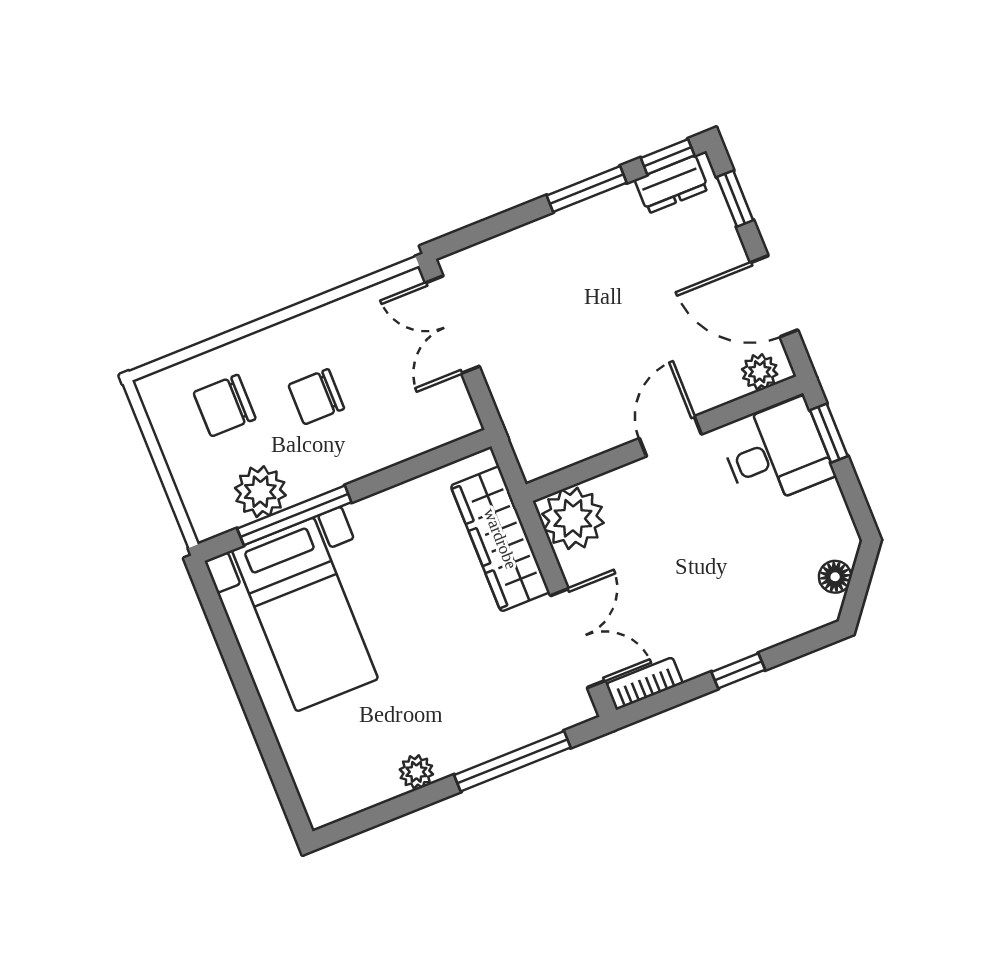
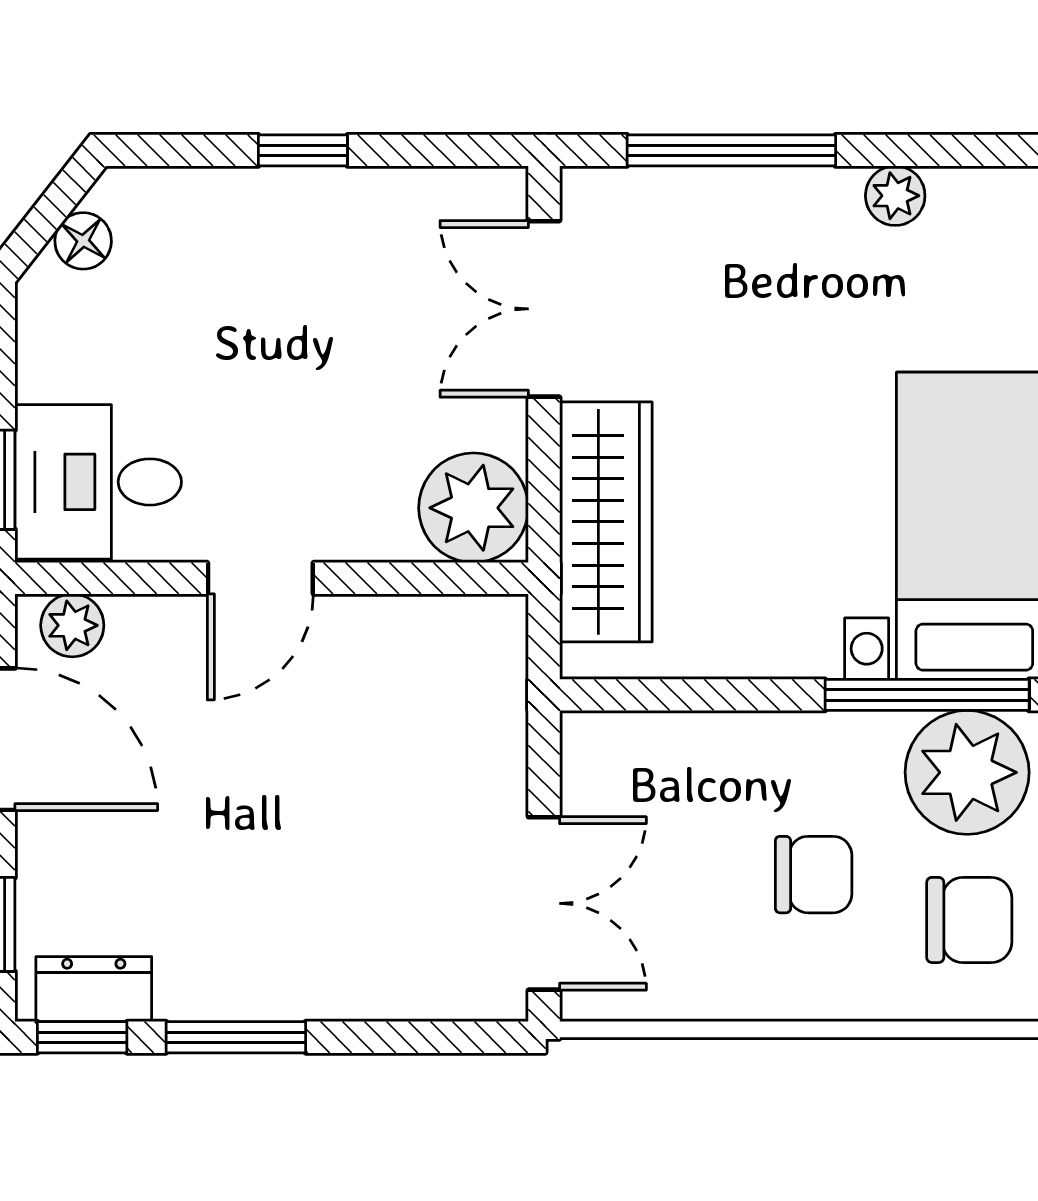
plant: (260, 492) -> (967, 772), width x1.36, depth x1.36
bookcase: (644, 683) -> (464, 191), removed

